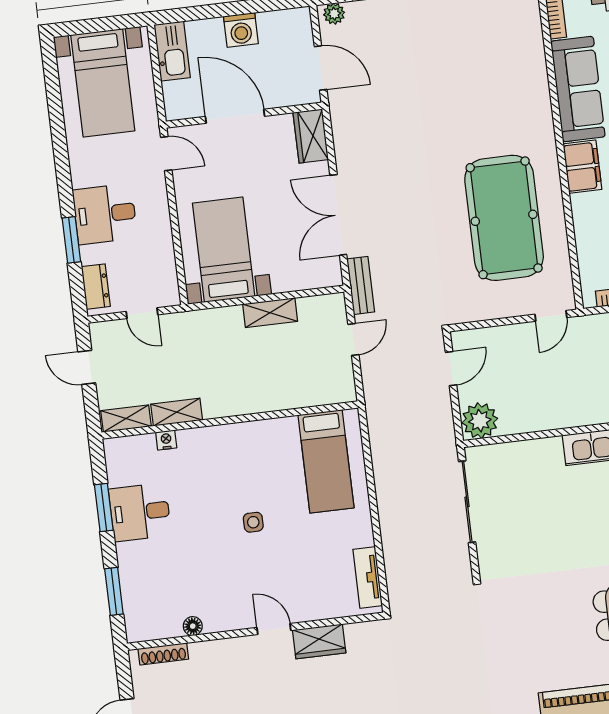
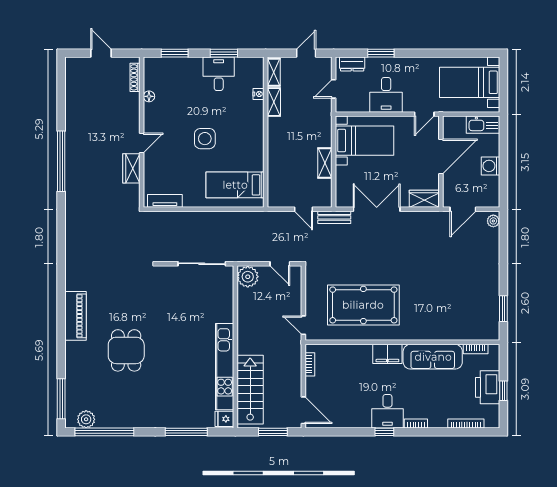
desk: (105, 214) -> (386, 95), moved, turned 180
side table: (253, 522) -> (205, 139), width x1.87, depth x1.87

